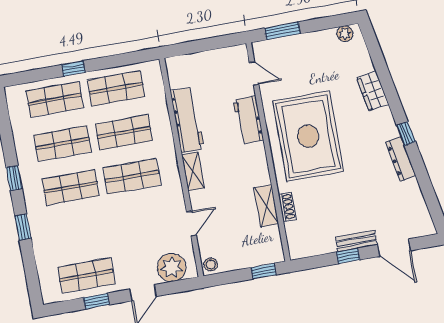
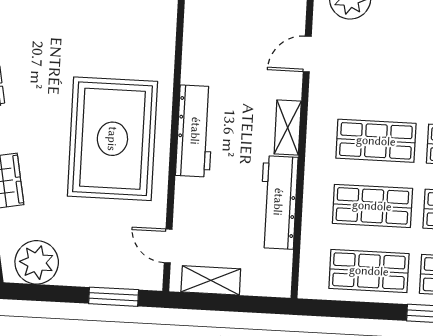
plant: (345, 34) -> (37, 262), width x1.88, depth x1.88
workbench: (248, 120) -> (195, 131), moved, width x1.37
shelving: (266, 206) -> (211, 280), moved, turned 90
shoe rack: (287, 207) -> (166, 46), removed

